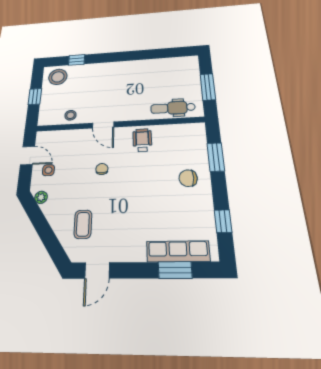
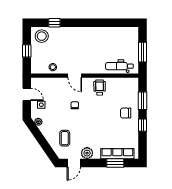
window: (223, 221) -> (143, 125), moved
plant: (122, 251) -> (87, 153), added

